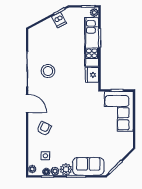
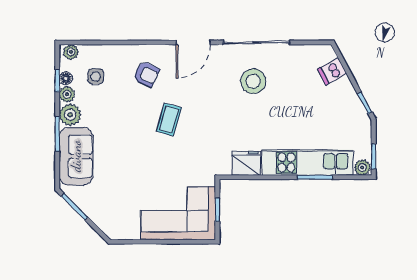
dishwasher: (59, 20) -> (332, 71), moved
coffee table: (69, 116) -> (169, 120), added

